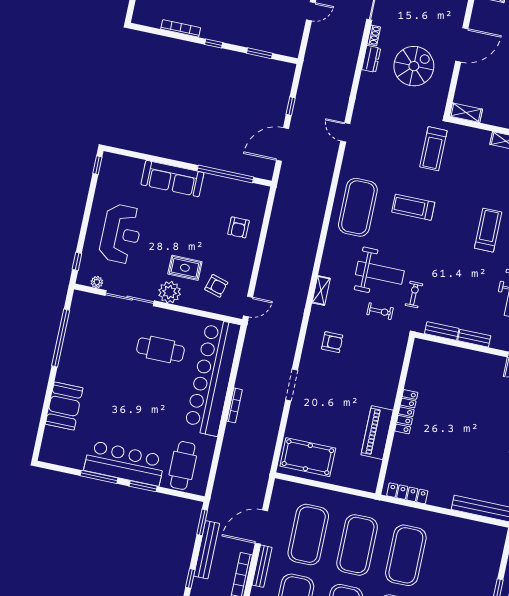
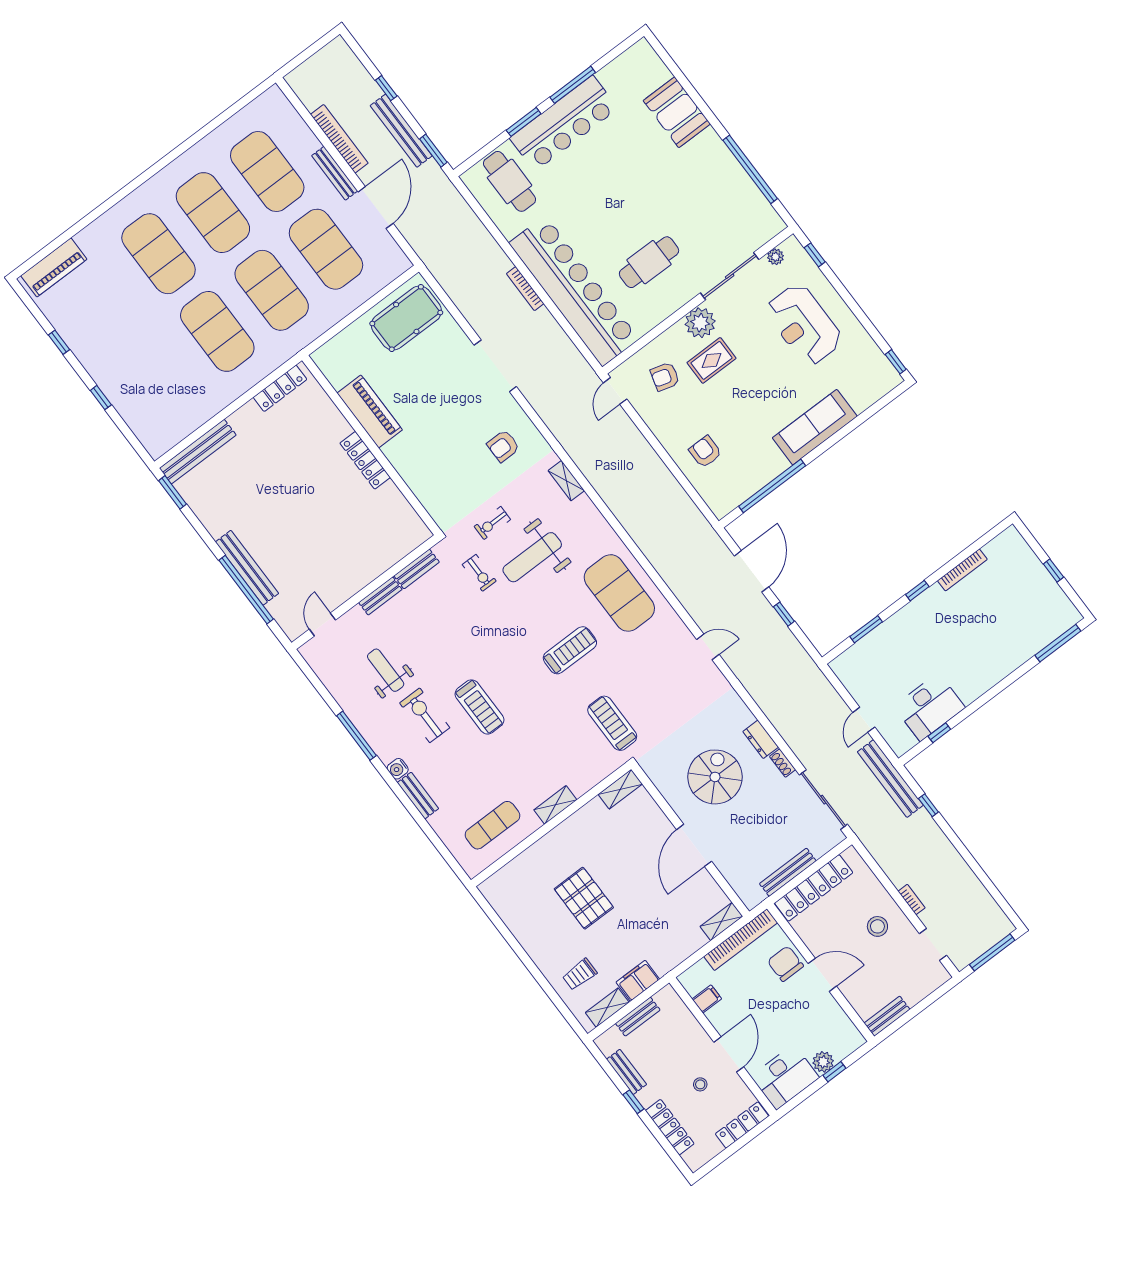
spiral stairs: (414, 66) -> (715, 777), turned 180
doorway: (292, 385) -> (495, 366), width x1.36

